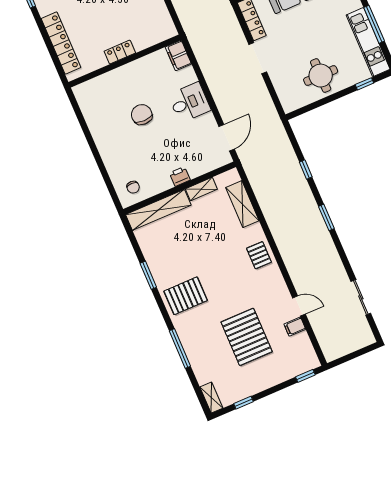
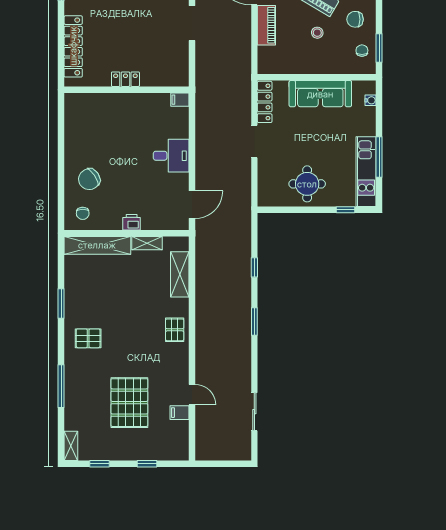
filing cabinet: (178, 55) -> (180, 100), width x0.50
chair: (142, 115) -> (89, 179), moved, turned -124
pallet: (186, 296) -> (88, 338), width x0.67, depth x0.71
window: (305, 376) -> (147, 464), moved

